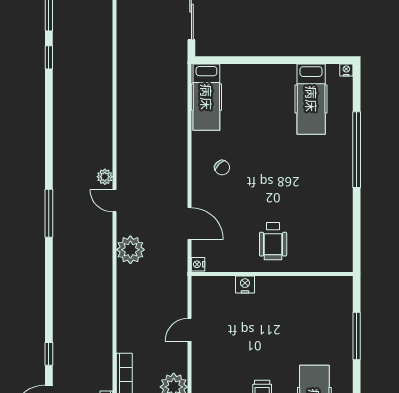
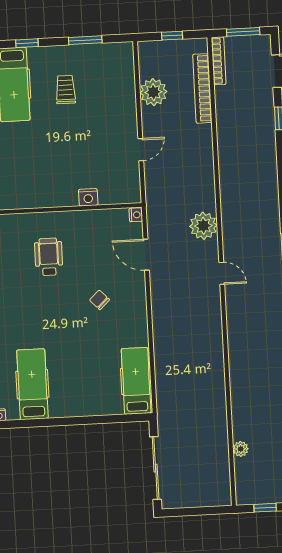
chair: (222, 168) -> (100, 300), moved
plant: (105, 177) -> (241, 449), moved
wheelchair: (273, 241) -> (49, 257), moved

